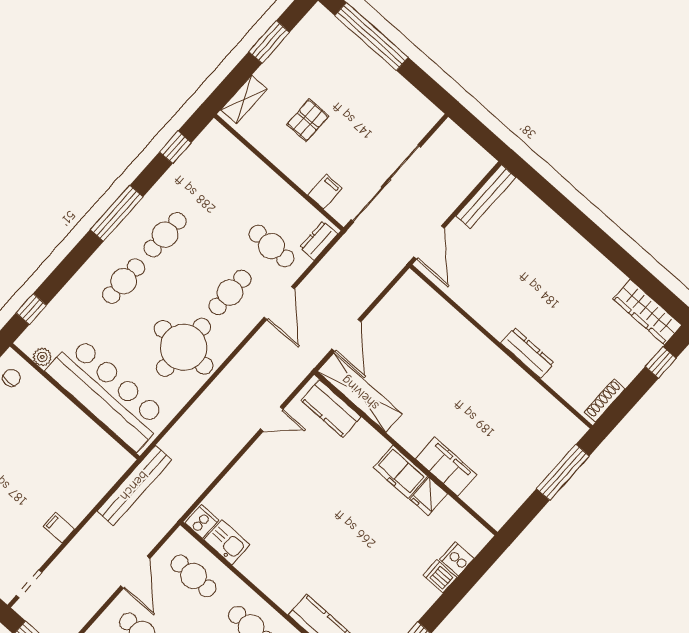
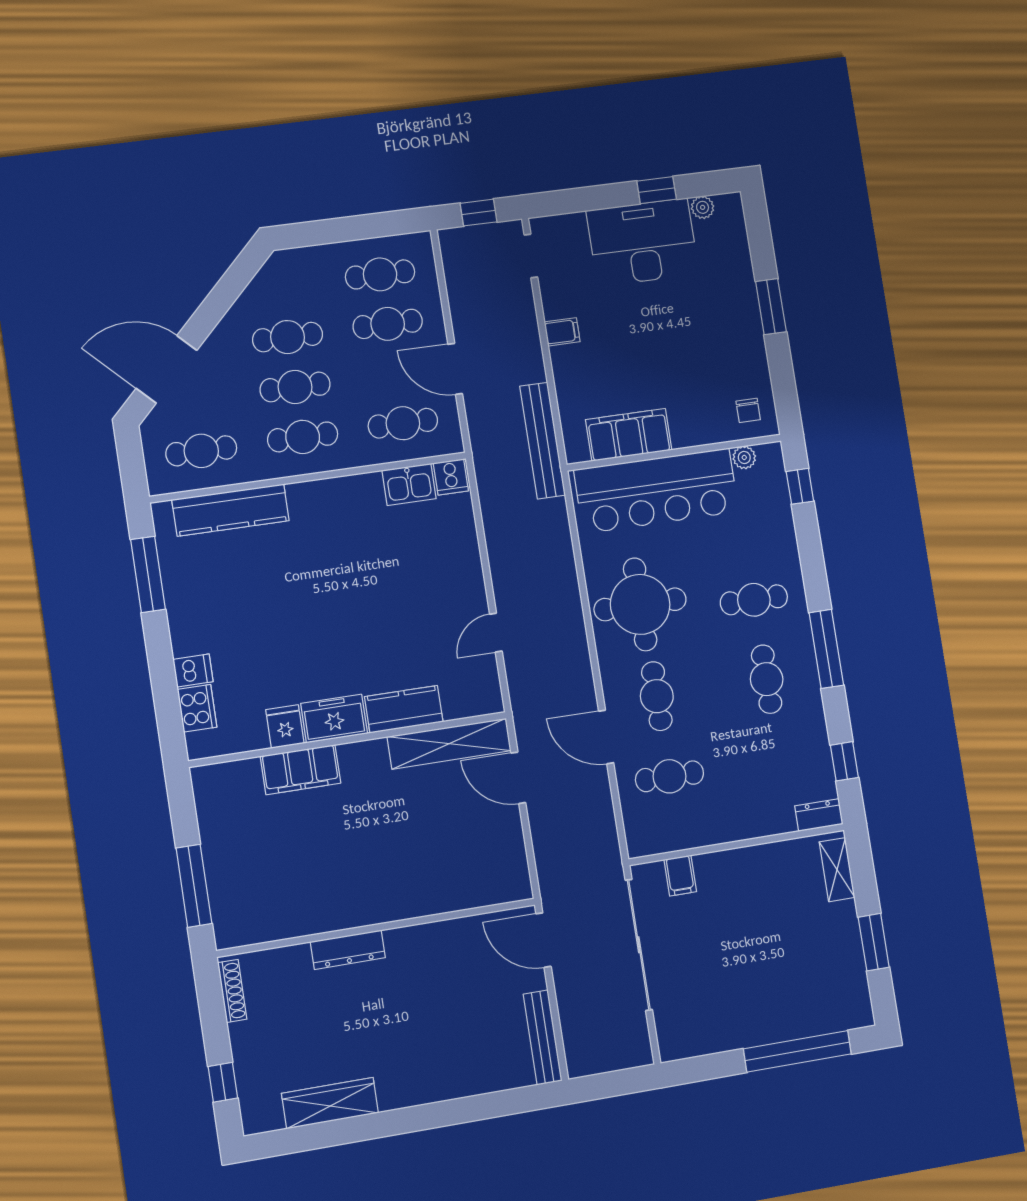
pallet: (308, 120) -> (765, 917), removed
dresser: (319, 240) -> (819, 815), moved, turned -90
cafe table: (124, 281) -> (754, 600), turned 90
wardrobe: (647, 312) -> (330, 1103), moved
kitchen counter: (331, 409) -> (404, 709), moved
filing cabinet: (87, 437) -> (629, 435), added
cooker: (457, 559) -> (197, 708), width x1.36

